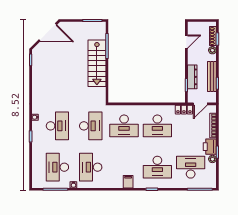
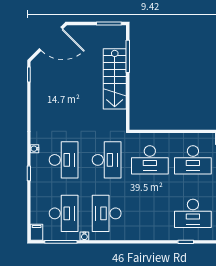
desk: (57, 167) -> (64, 213), turned 180
filing cabinet: (128, 182) -> (37, 232), moved

